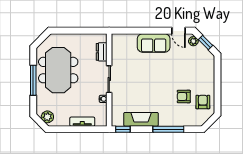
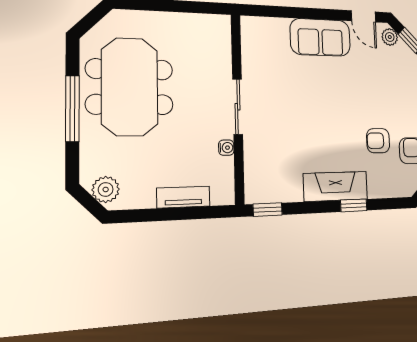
dresser: (102, 52) -> (221, 51), removed
fireplace: (141, 119) -> (336, 186), moved
window: (168, 129) -> (354, 205), width x0.46

